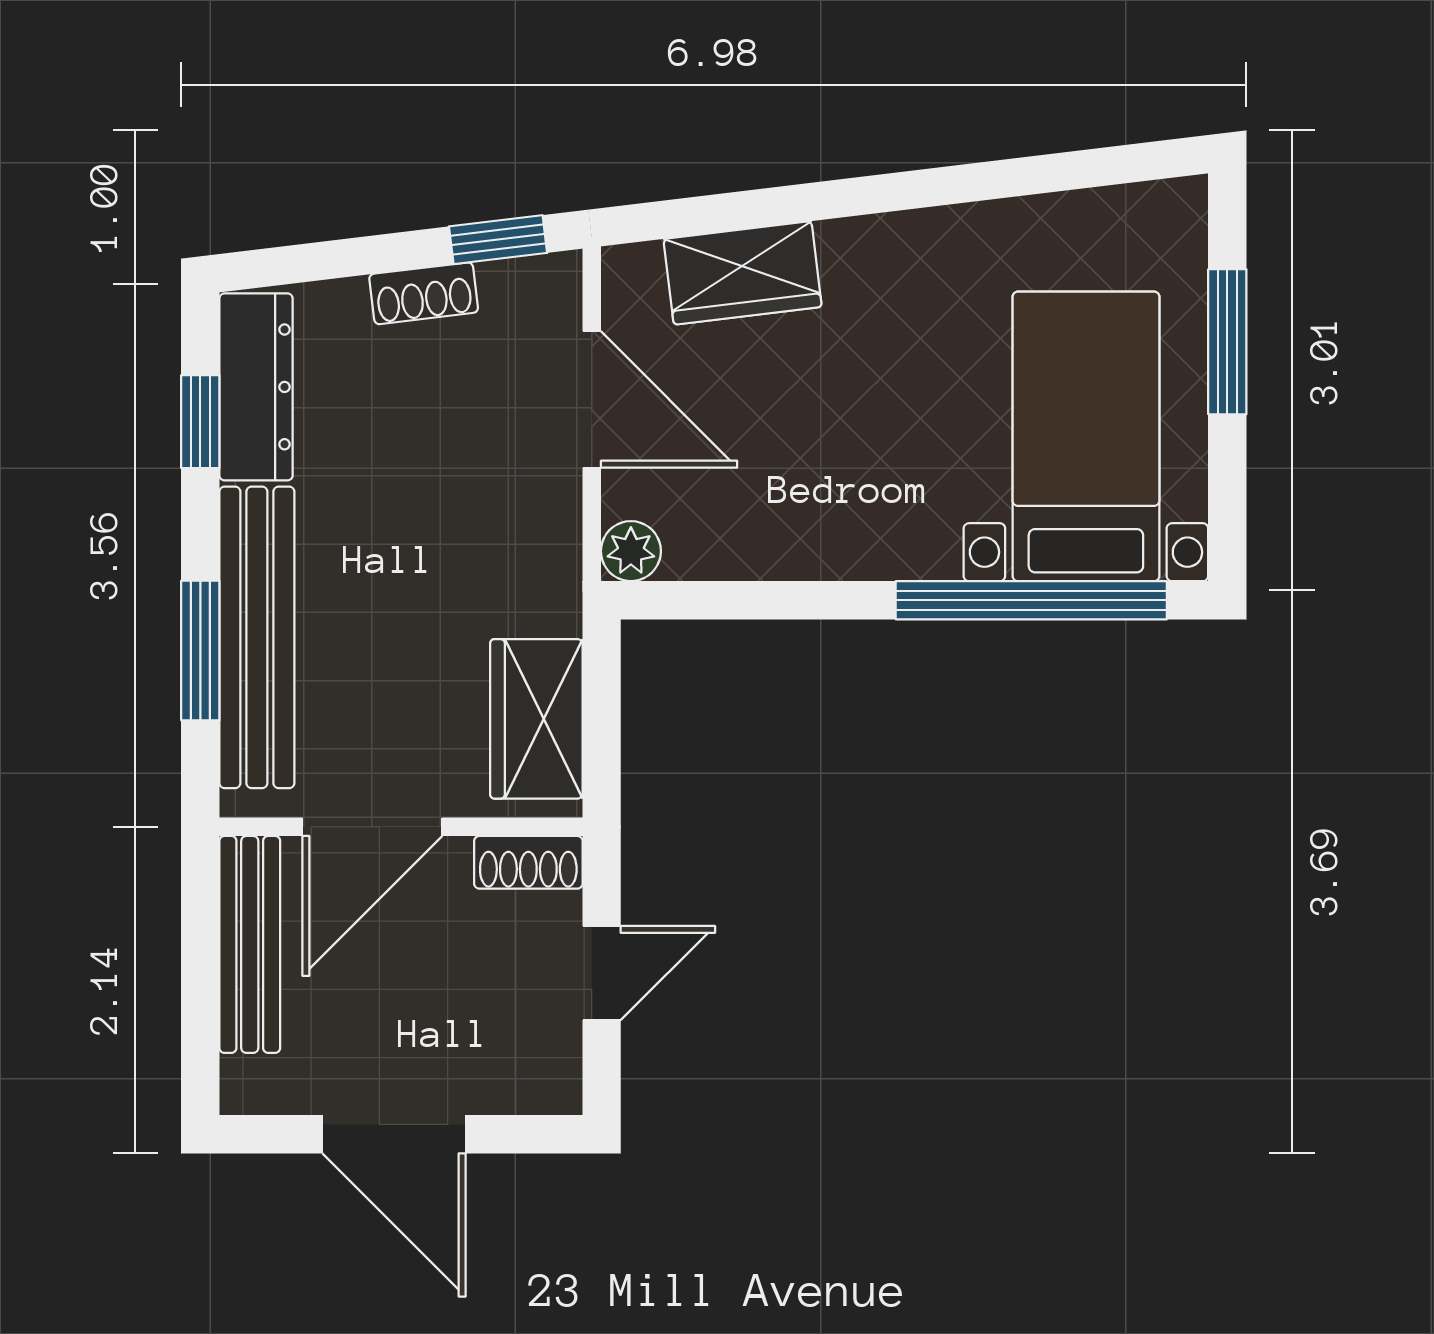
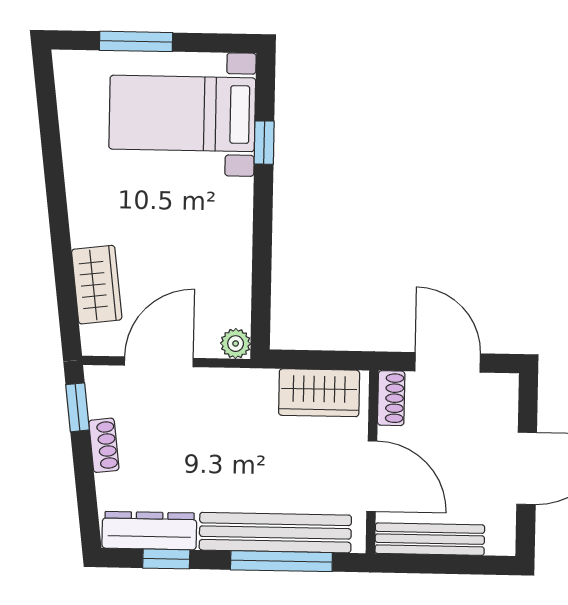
window: (1031, 600) -> (264, 143), width x0.32
window: (200, 651) -> (281, 561), width x1.44
door: (602, 973) -> (448, 362), width x1.38

